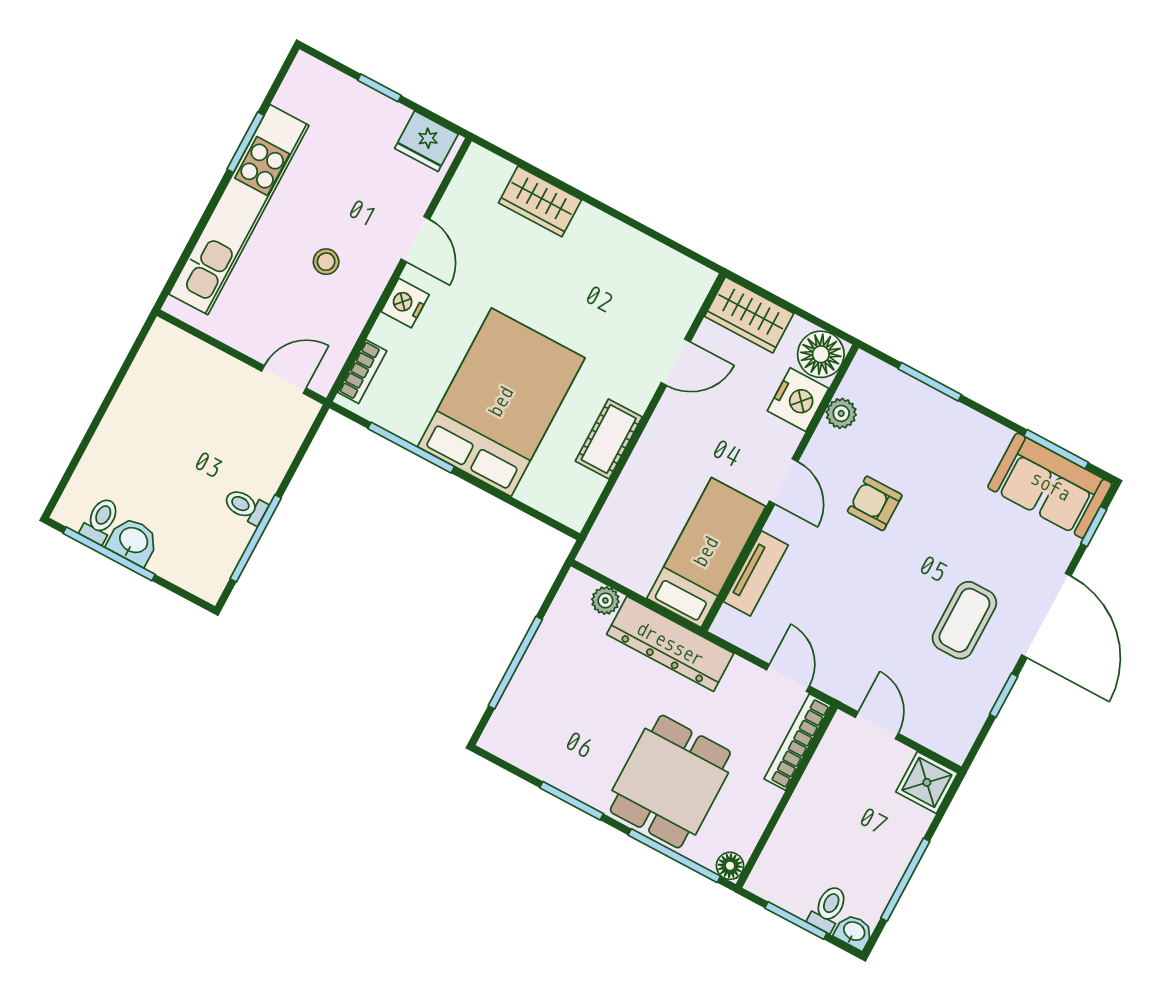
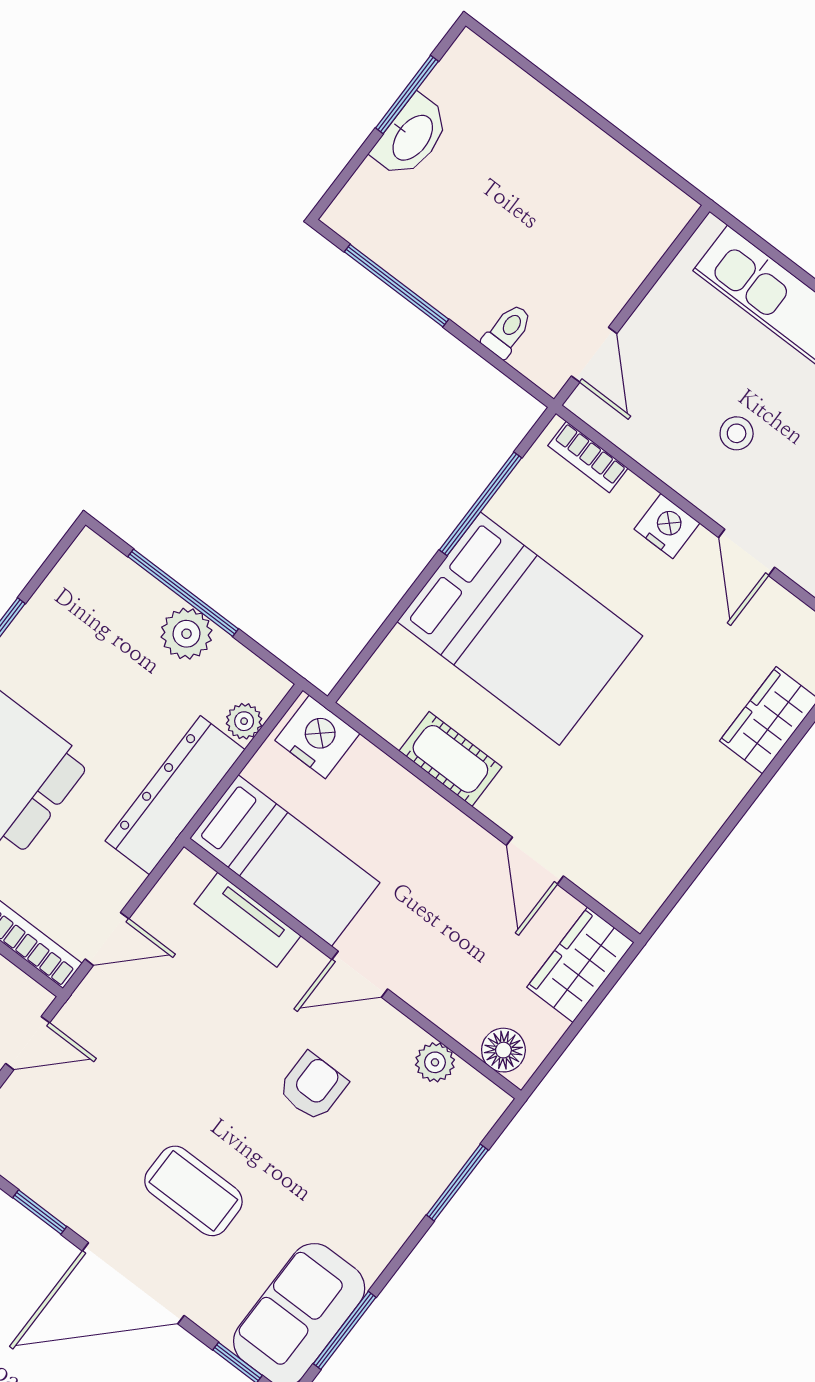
door: (415, 239) -> (747, 552), hinge flipped
floor lamp: (821, 354) -> (503, 1050), width x0.73, depth x0.73
nightstand: (798, 400) -> (317, 737), moved, turned 180
toilet: (245, 506) -> (507, 331), moved
toilet: (100, 520) -> (452, 90), removed
washbasin: (133, 541) -> (412, 137), width x1.38
window: (109, 554) -> (407, 95), width x0.69
coffee table: (964, 620) -> (193, 1191), moved
plant: (546, 655) -> (187, 634), added

